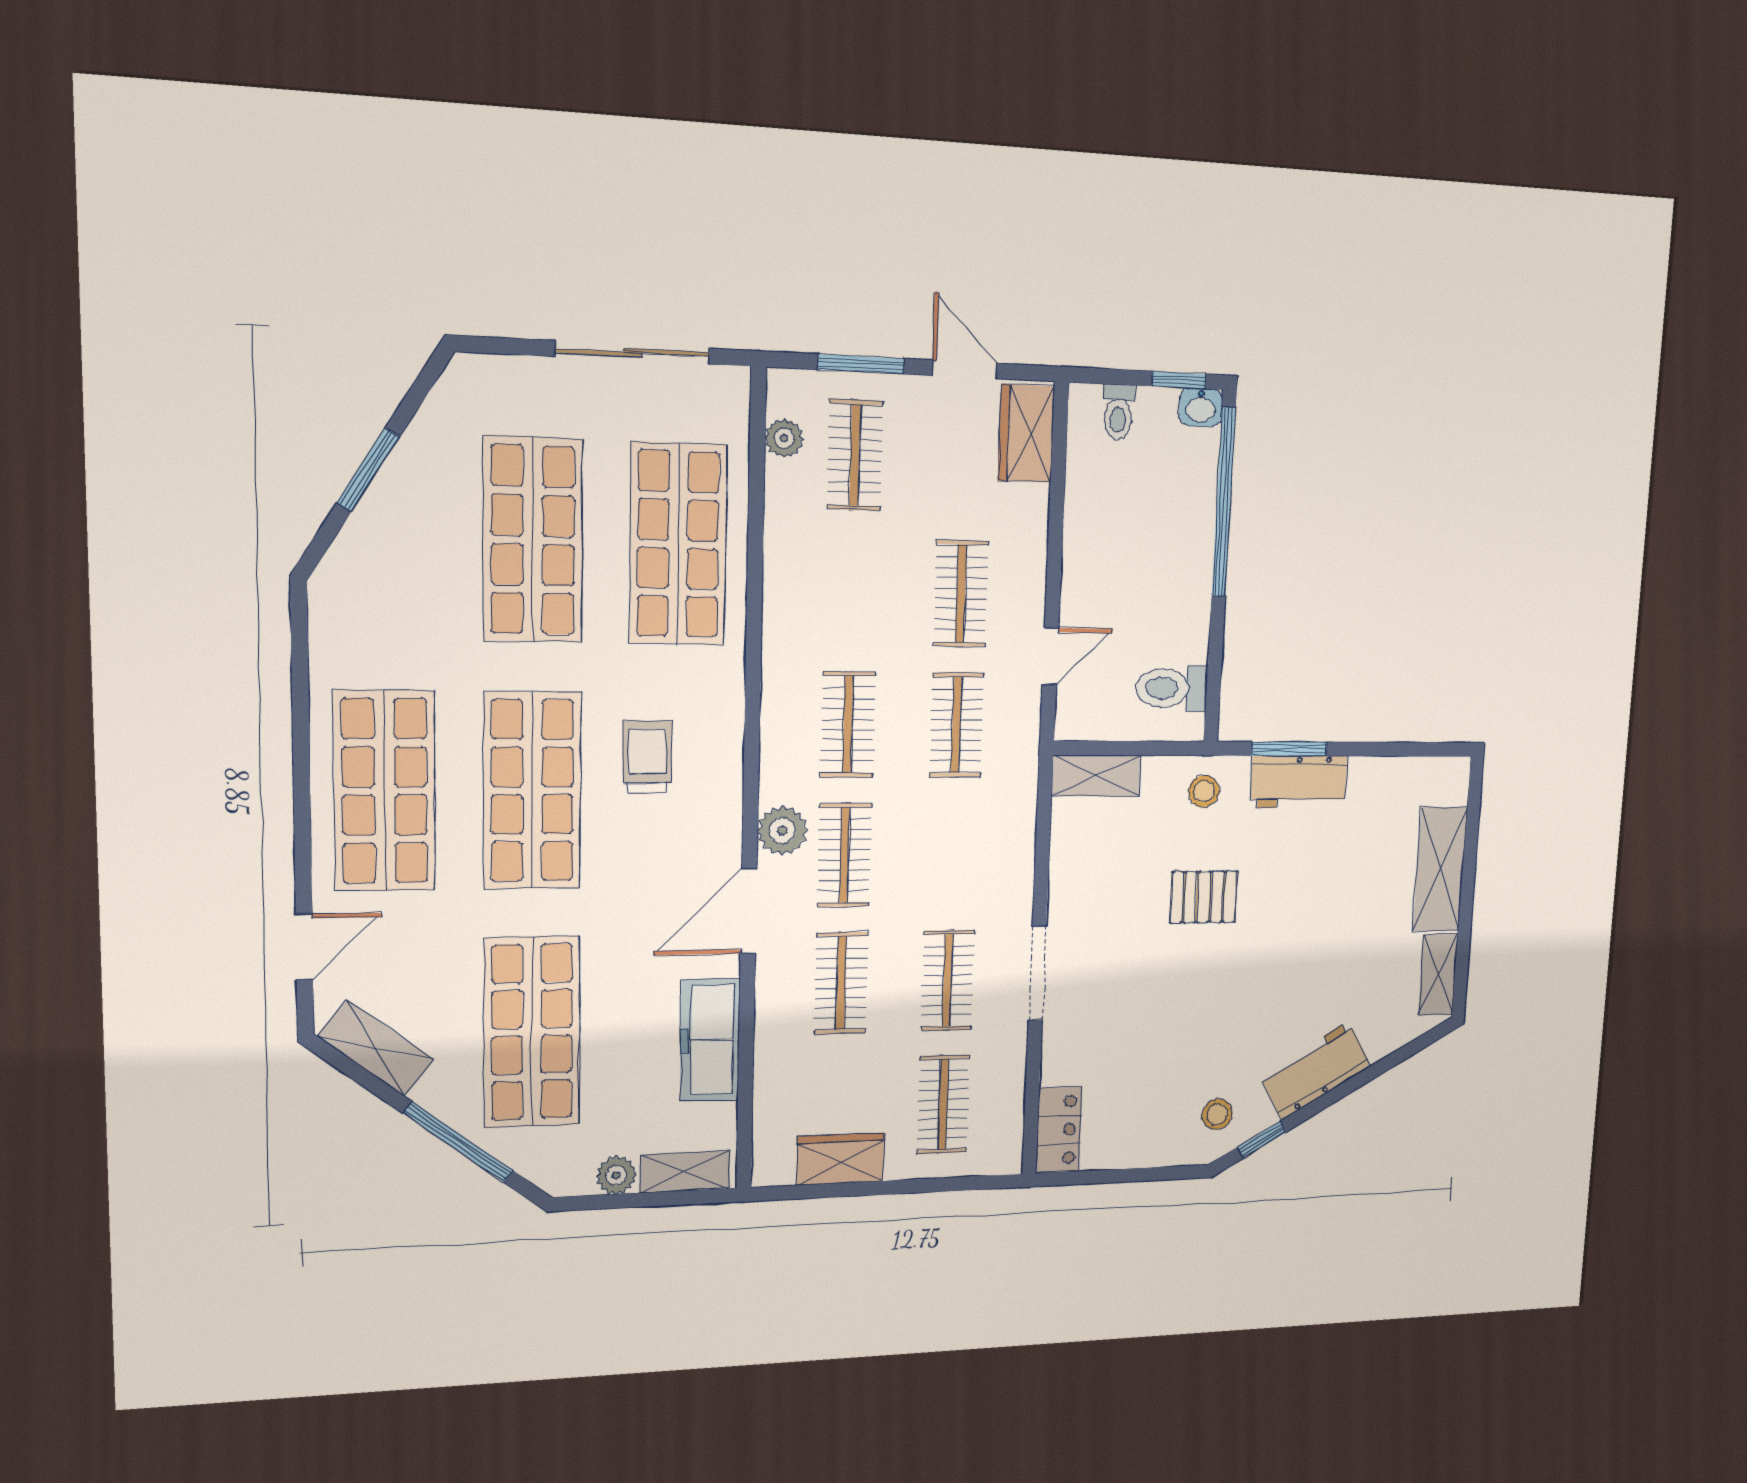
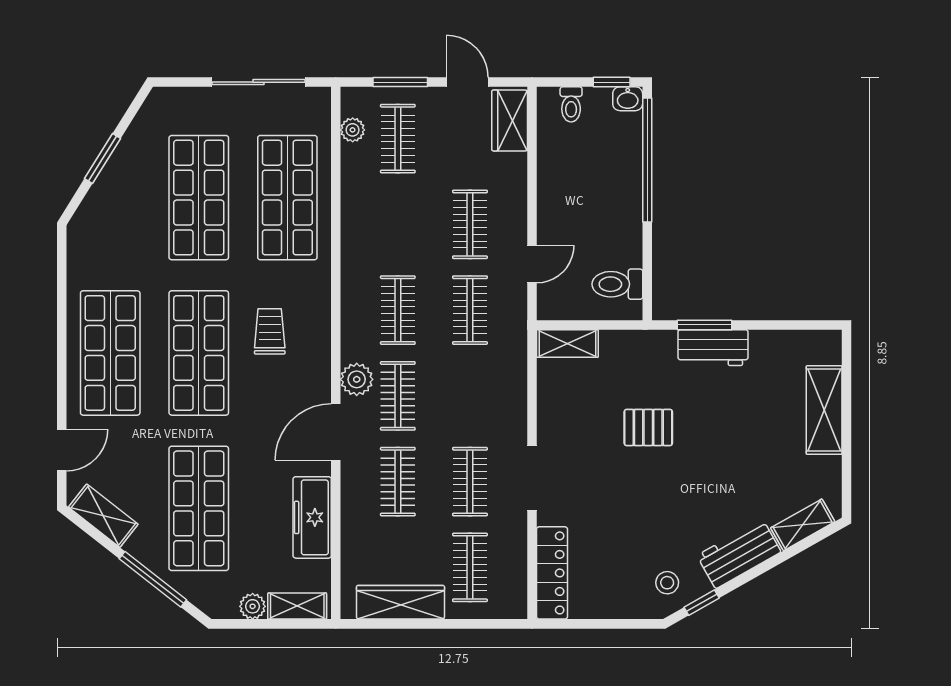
stool: (1204, 791) -> (644, 354), removed
shelving: (1438, 975) -> (803, 525), moved, turned 60
locker: (1059, 1130) -> (552, 573), width x1.53
wardrobe: (840, 1159) -> (400, 602), width x1.50

